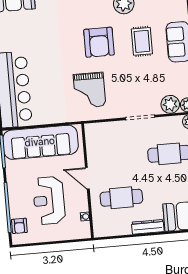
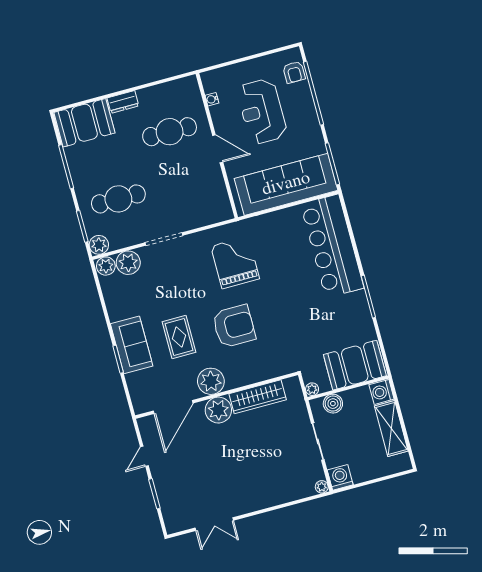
armchair: (99, 42) -> (234, 326), turned 90
reception desk: (49, 201) -> (262, 111), turned 180
armchair: (19, 226) -> (294, 72), turned 180
dresser: (148, 227) -> (123, 102), width x0.70

